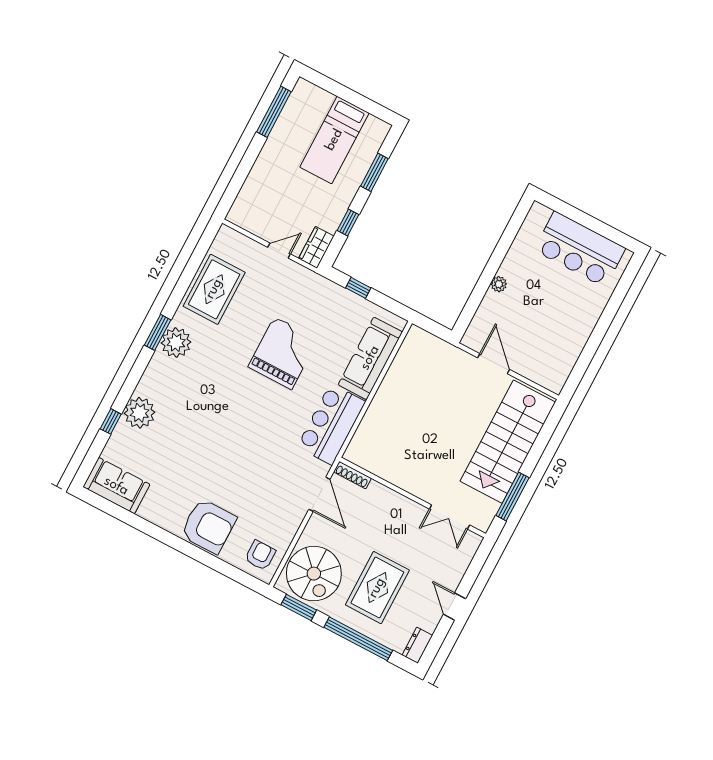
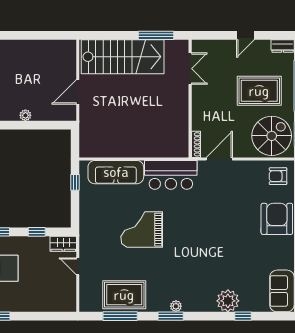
window: (190, 270) -> (120, 316), added
window: (358, 288) -> (75, 182), moved
plant: (176, 342) -> (176, 306), width x0.53, depth x0.53

